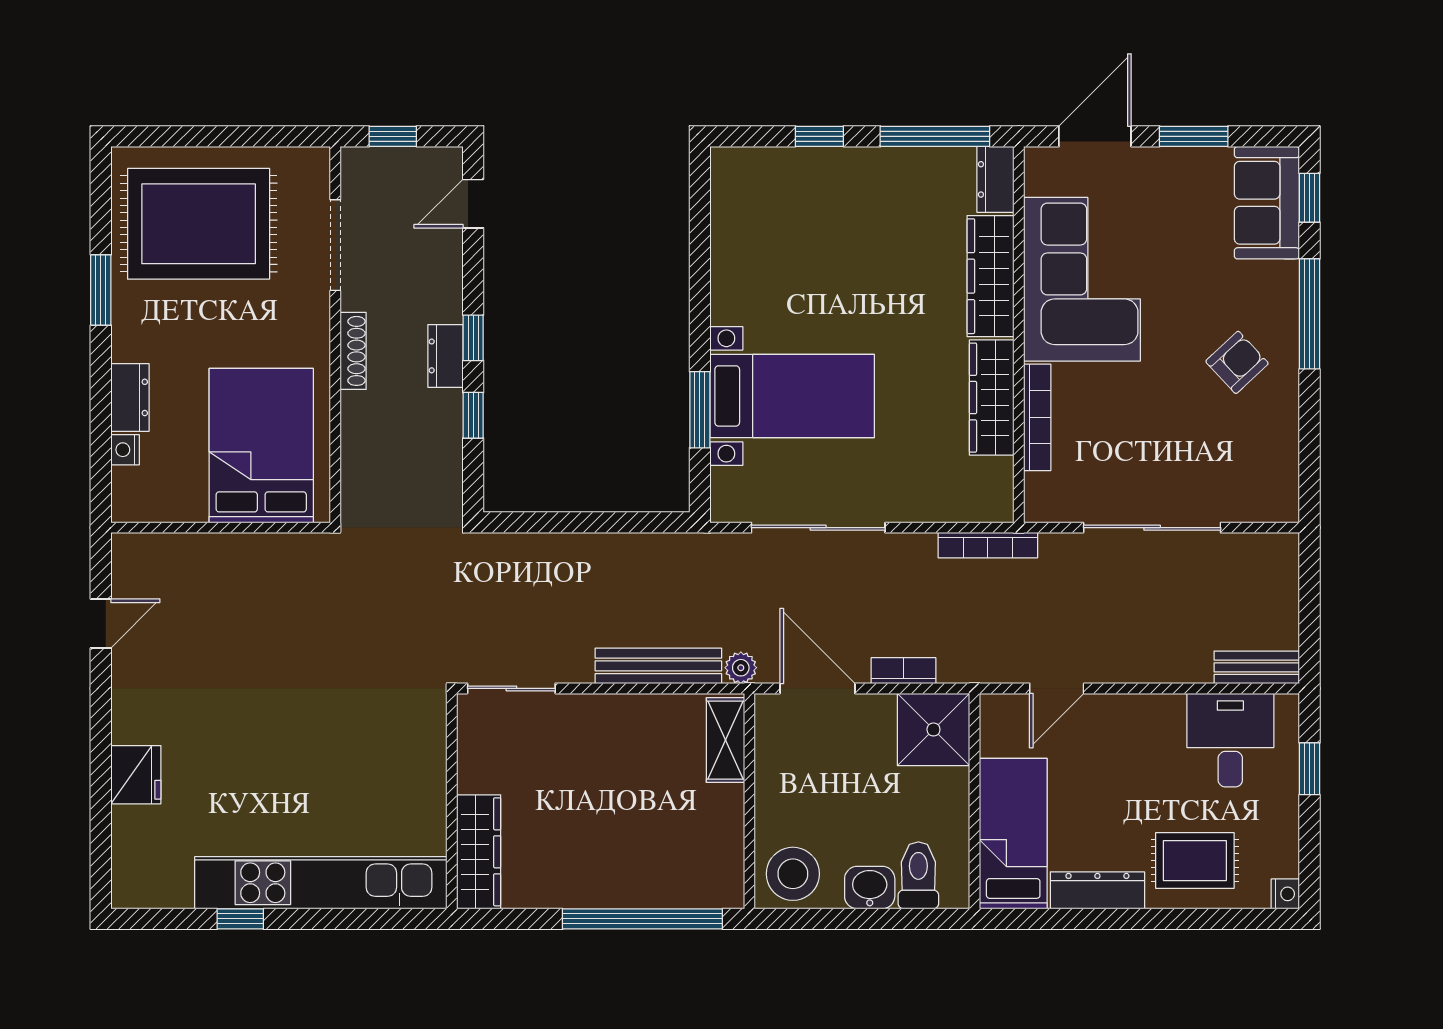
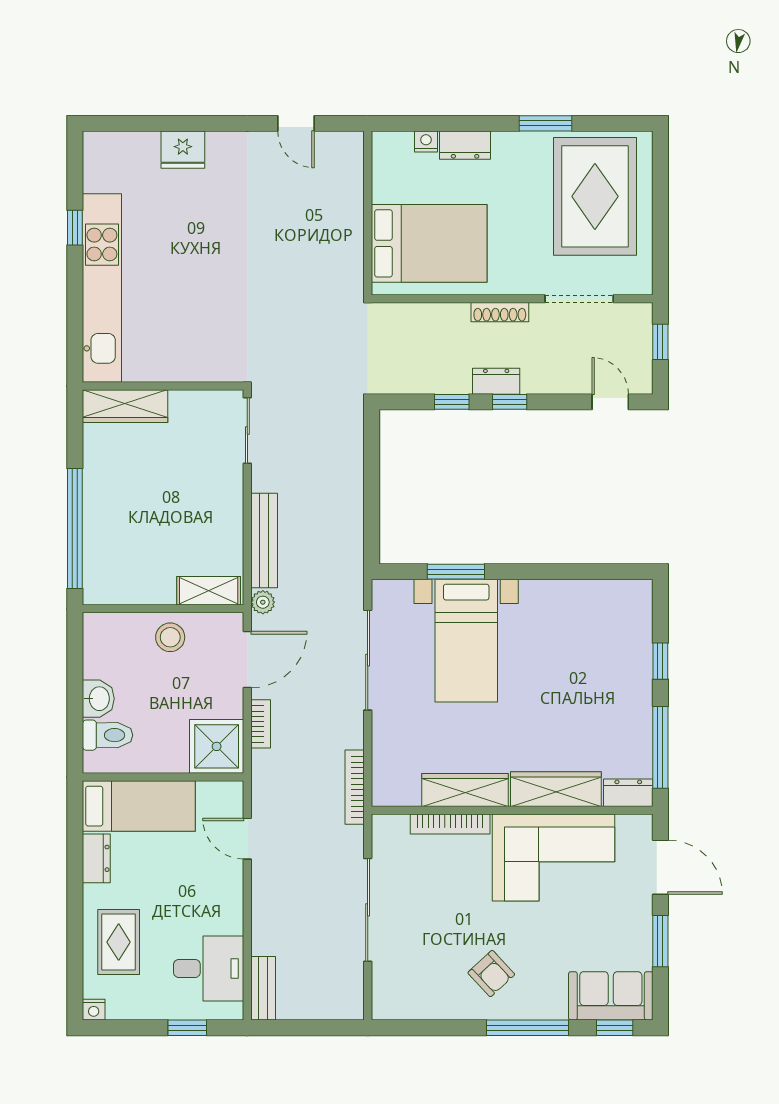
stool: (793, 874) -> (170, 637), moved, width x0.73, depth x0.73
dresser: (1097, 890) -> (96, 858), width x0.70

